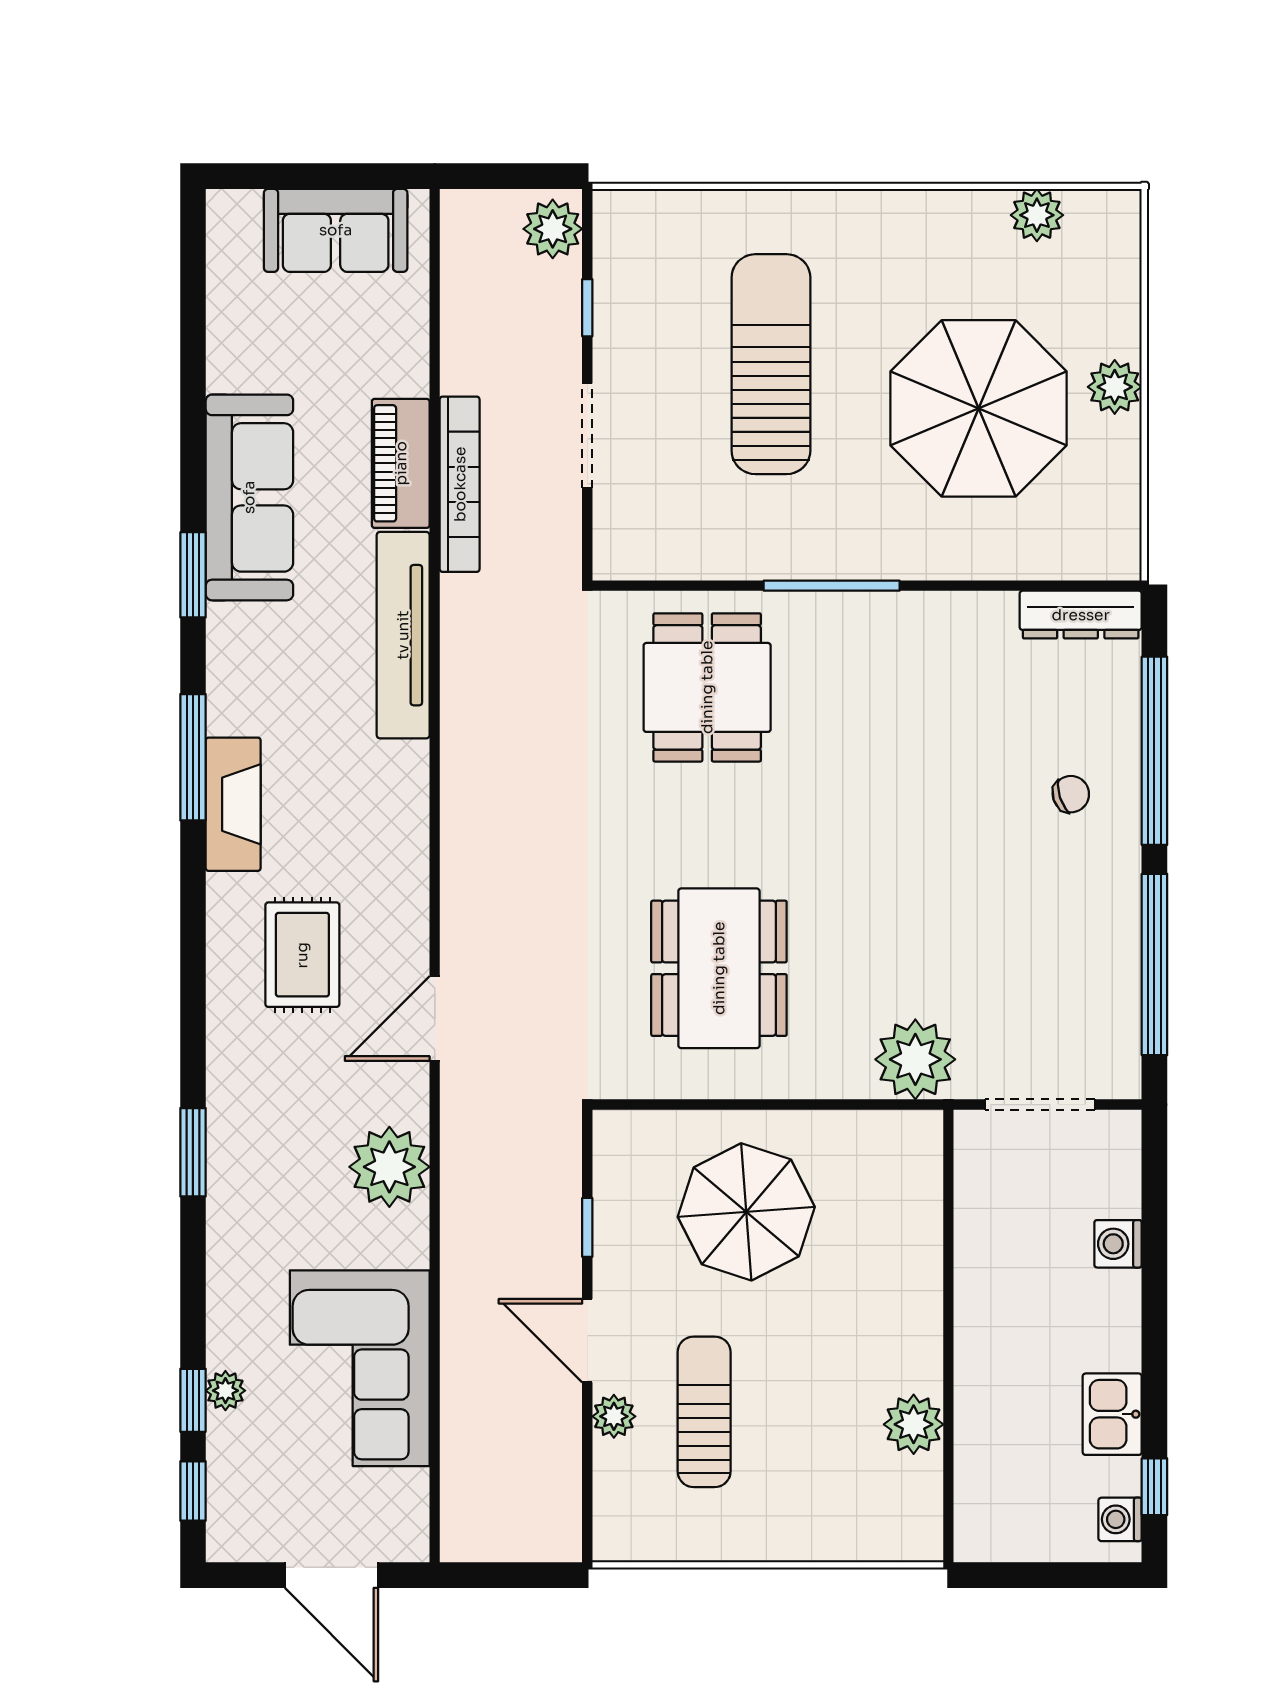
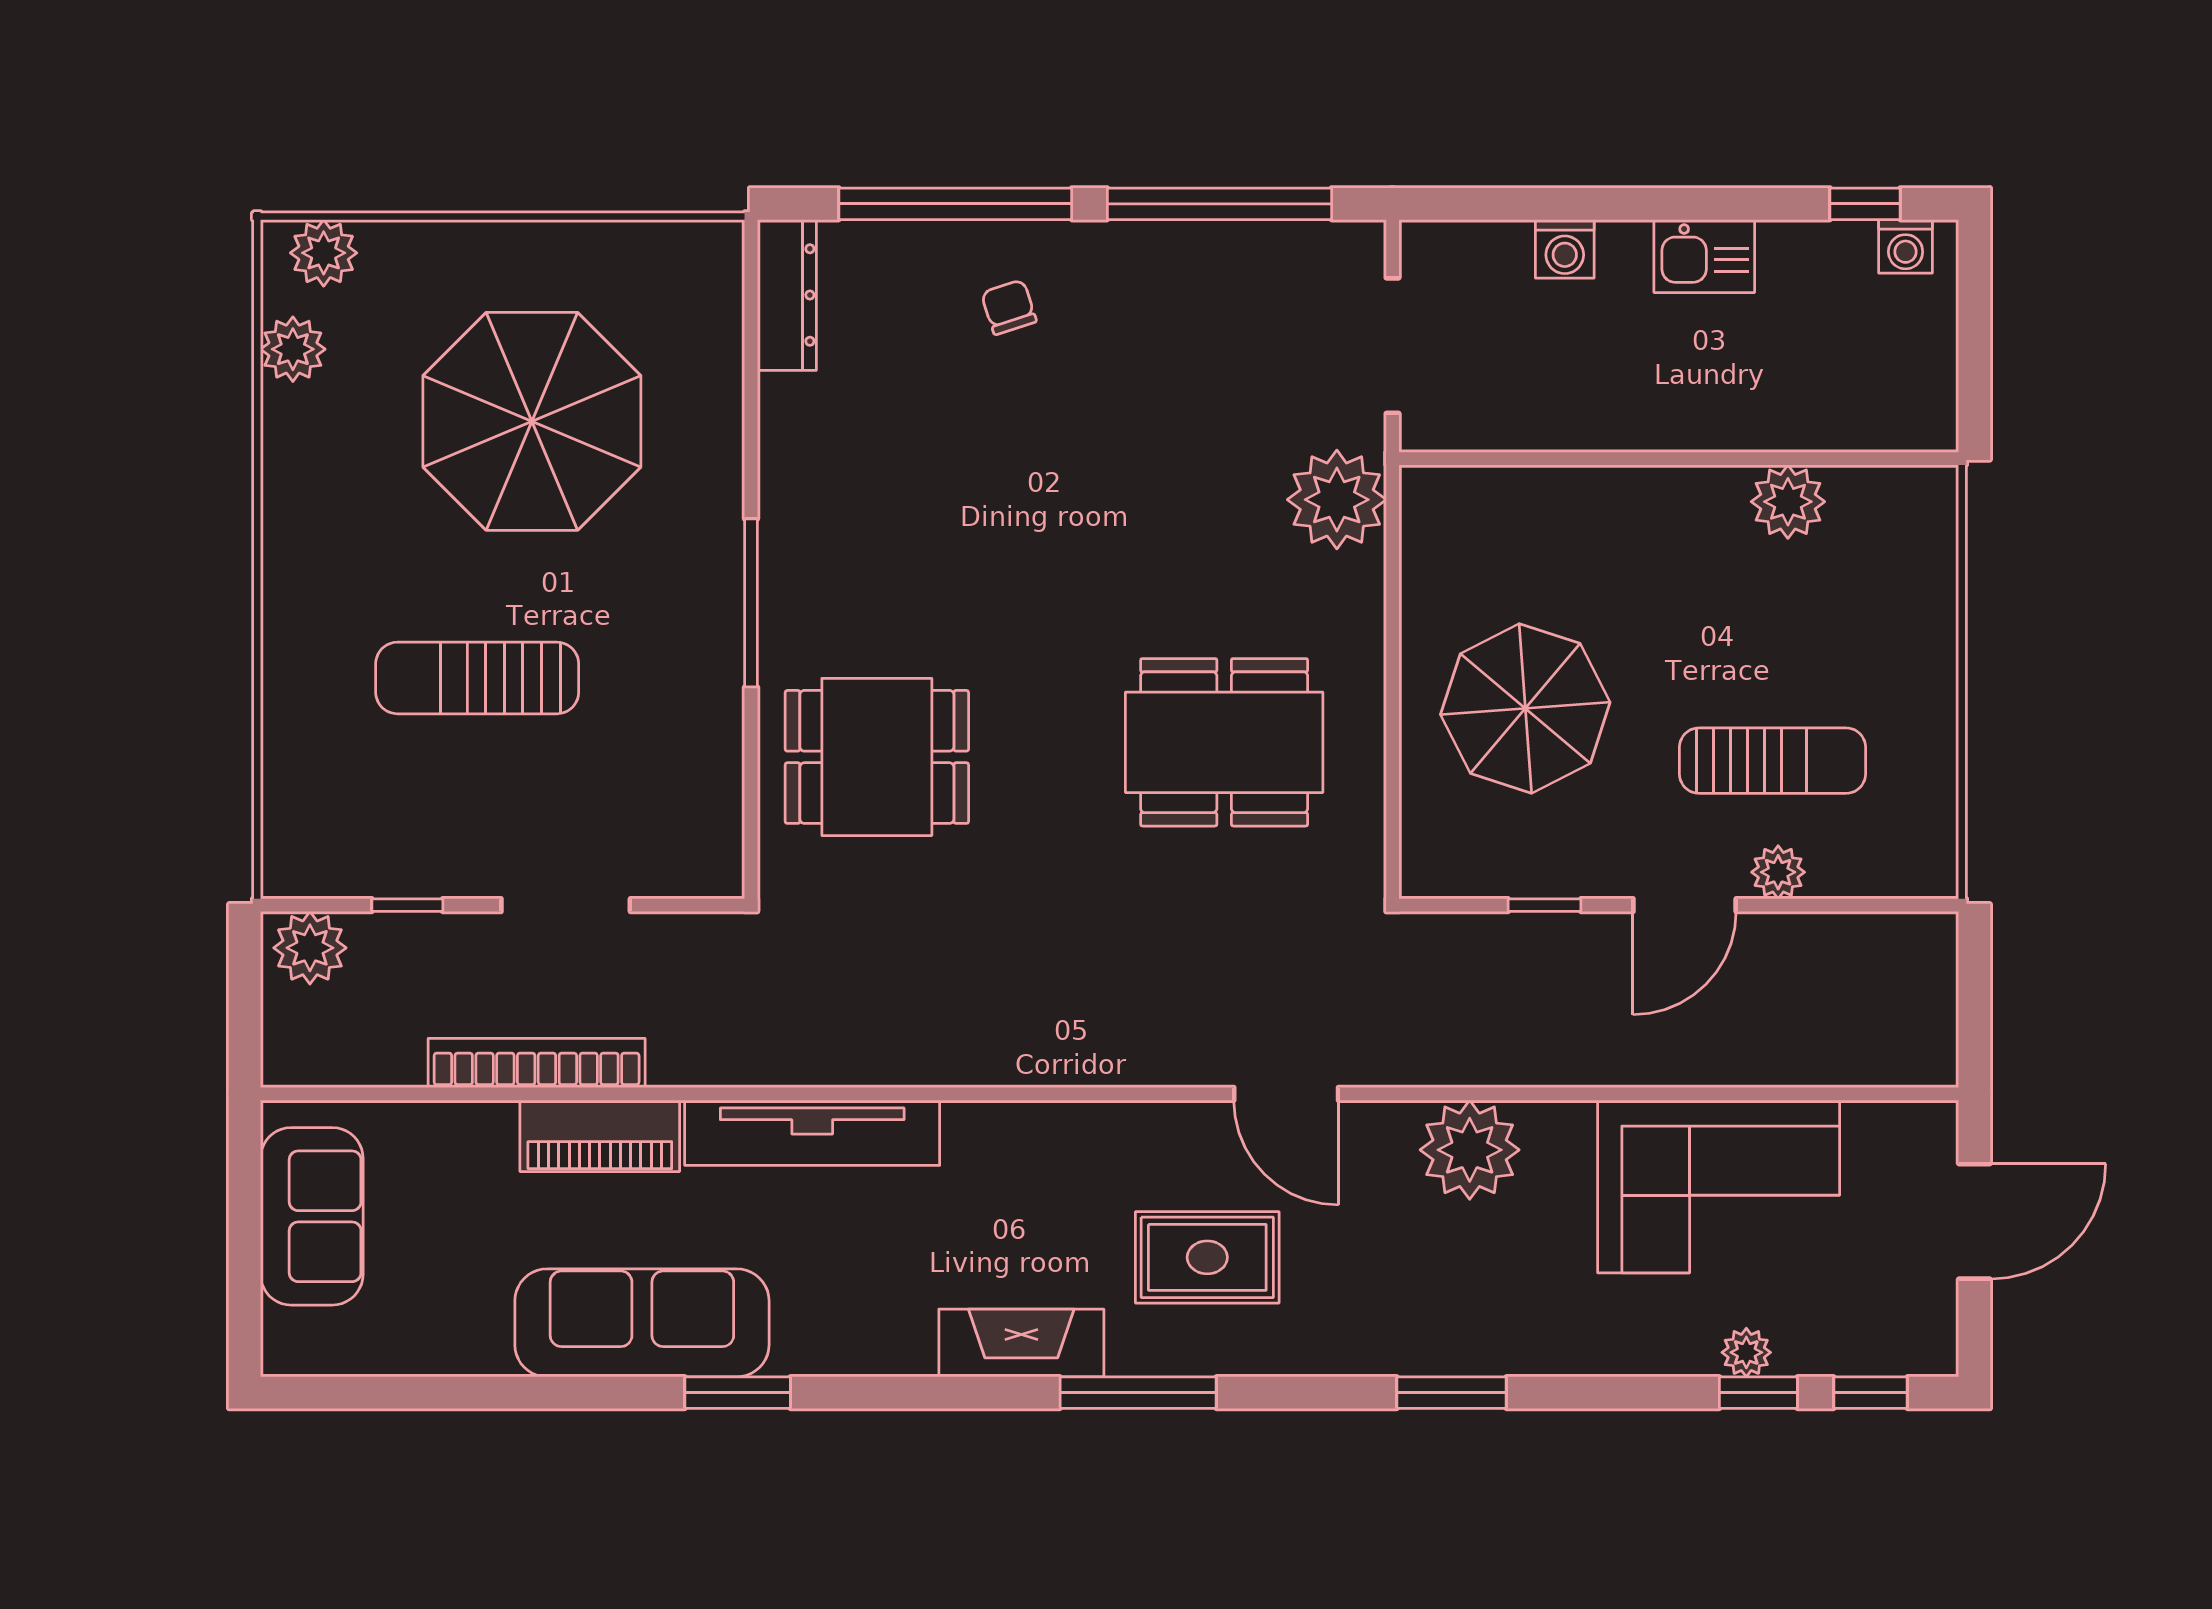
sun lounger: (771, 364) -> (477, 678), width x0.73, depth x0.75
plant: (1115, 387) -> (324, 253), moved
bookcase: (460, 484) -> (537, 1063), moved
window: (193, 757) -> (1138, 1393), moved
sun lounger: (704, 1412) -> (1773, 761), turned 180
kitchen sink: (1112, 1414) -> (1704, 256), moved

